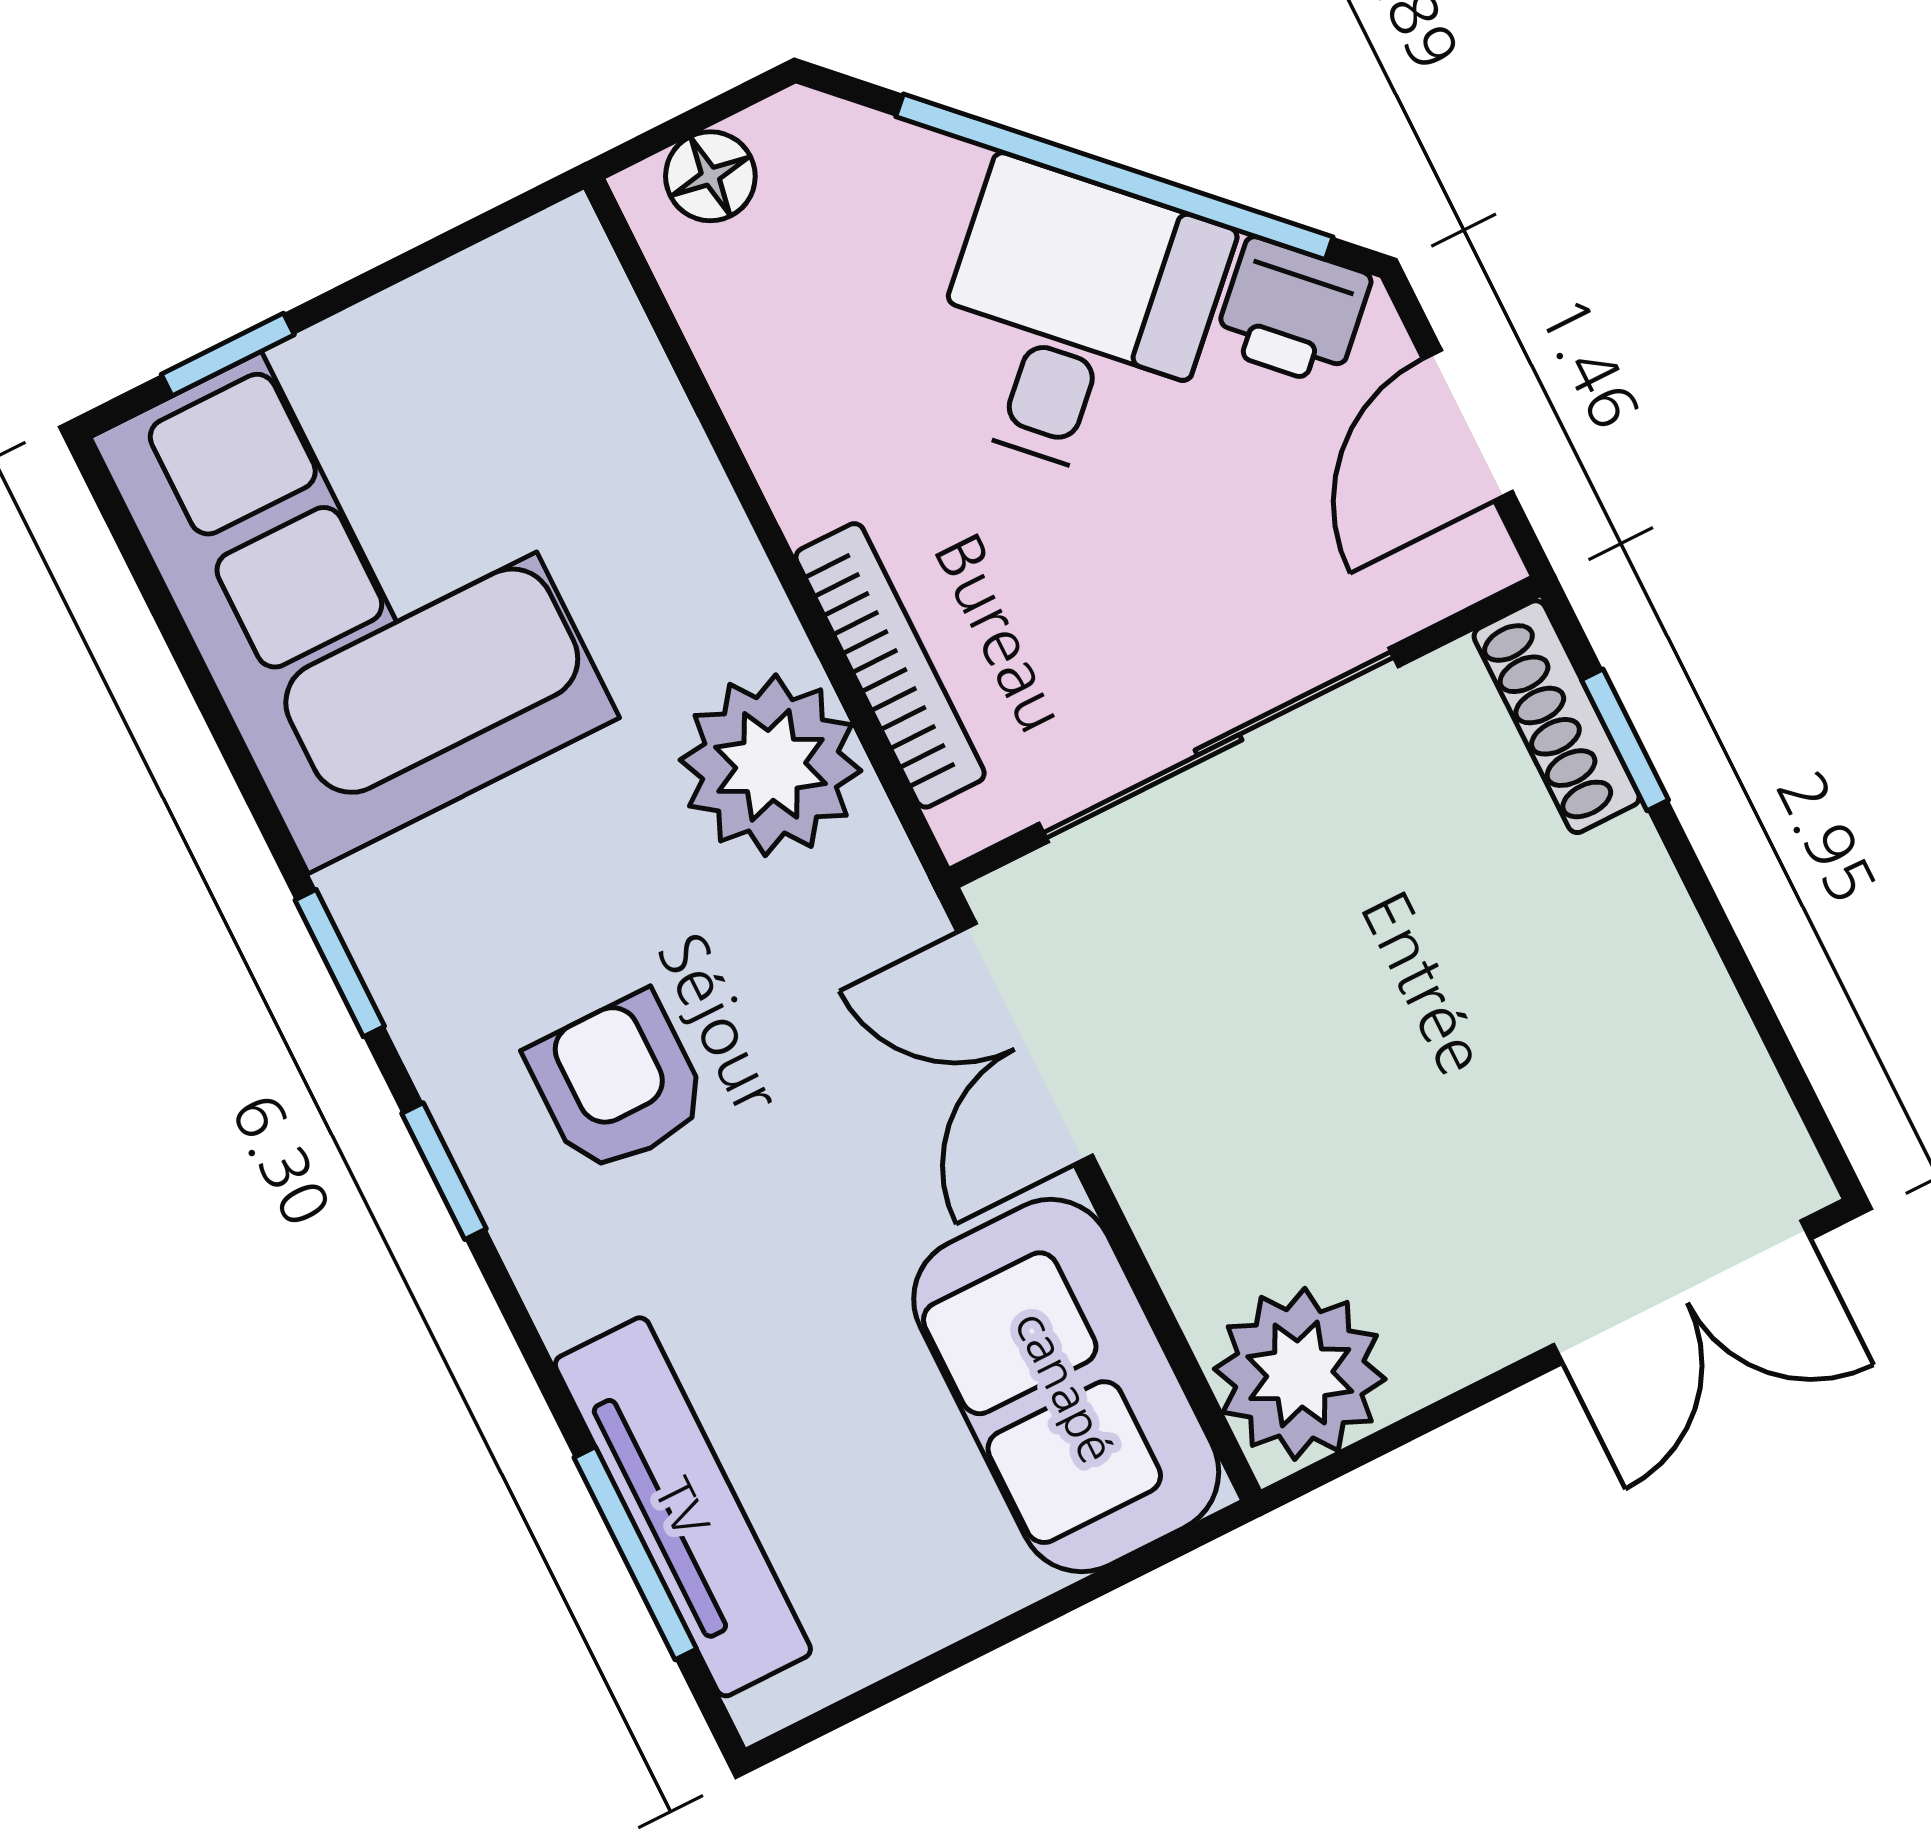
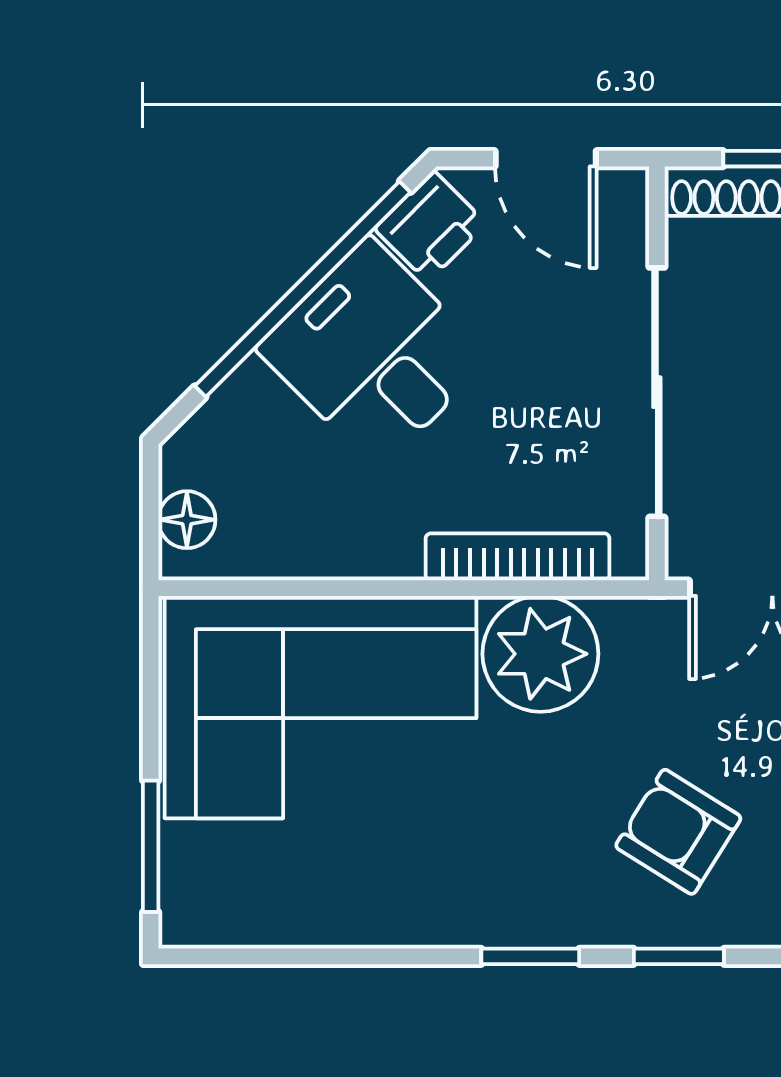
window: (228, 354) -> (151, 846), width x1.50
corner sofa: (355, 577) -> (320, 707), moved, turned 180
armchair: (618, 1083) -> (678, 832), turned 32

